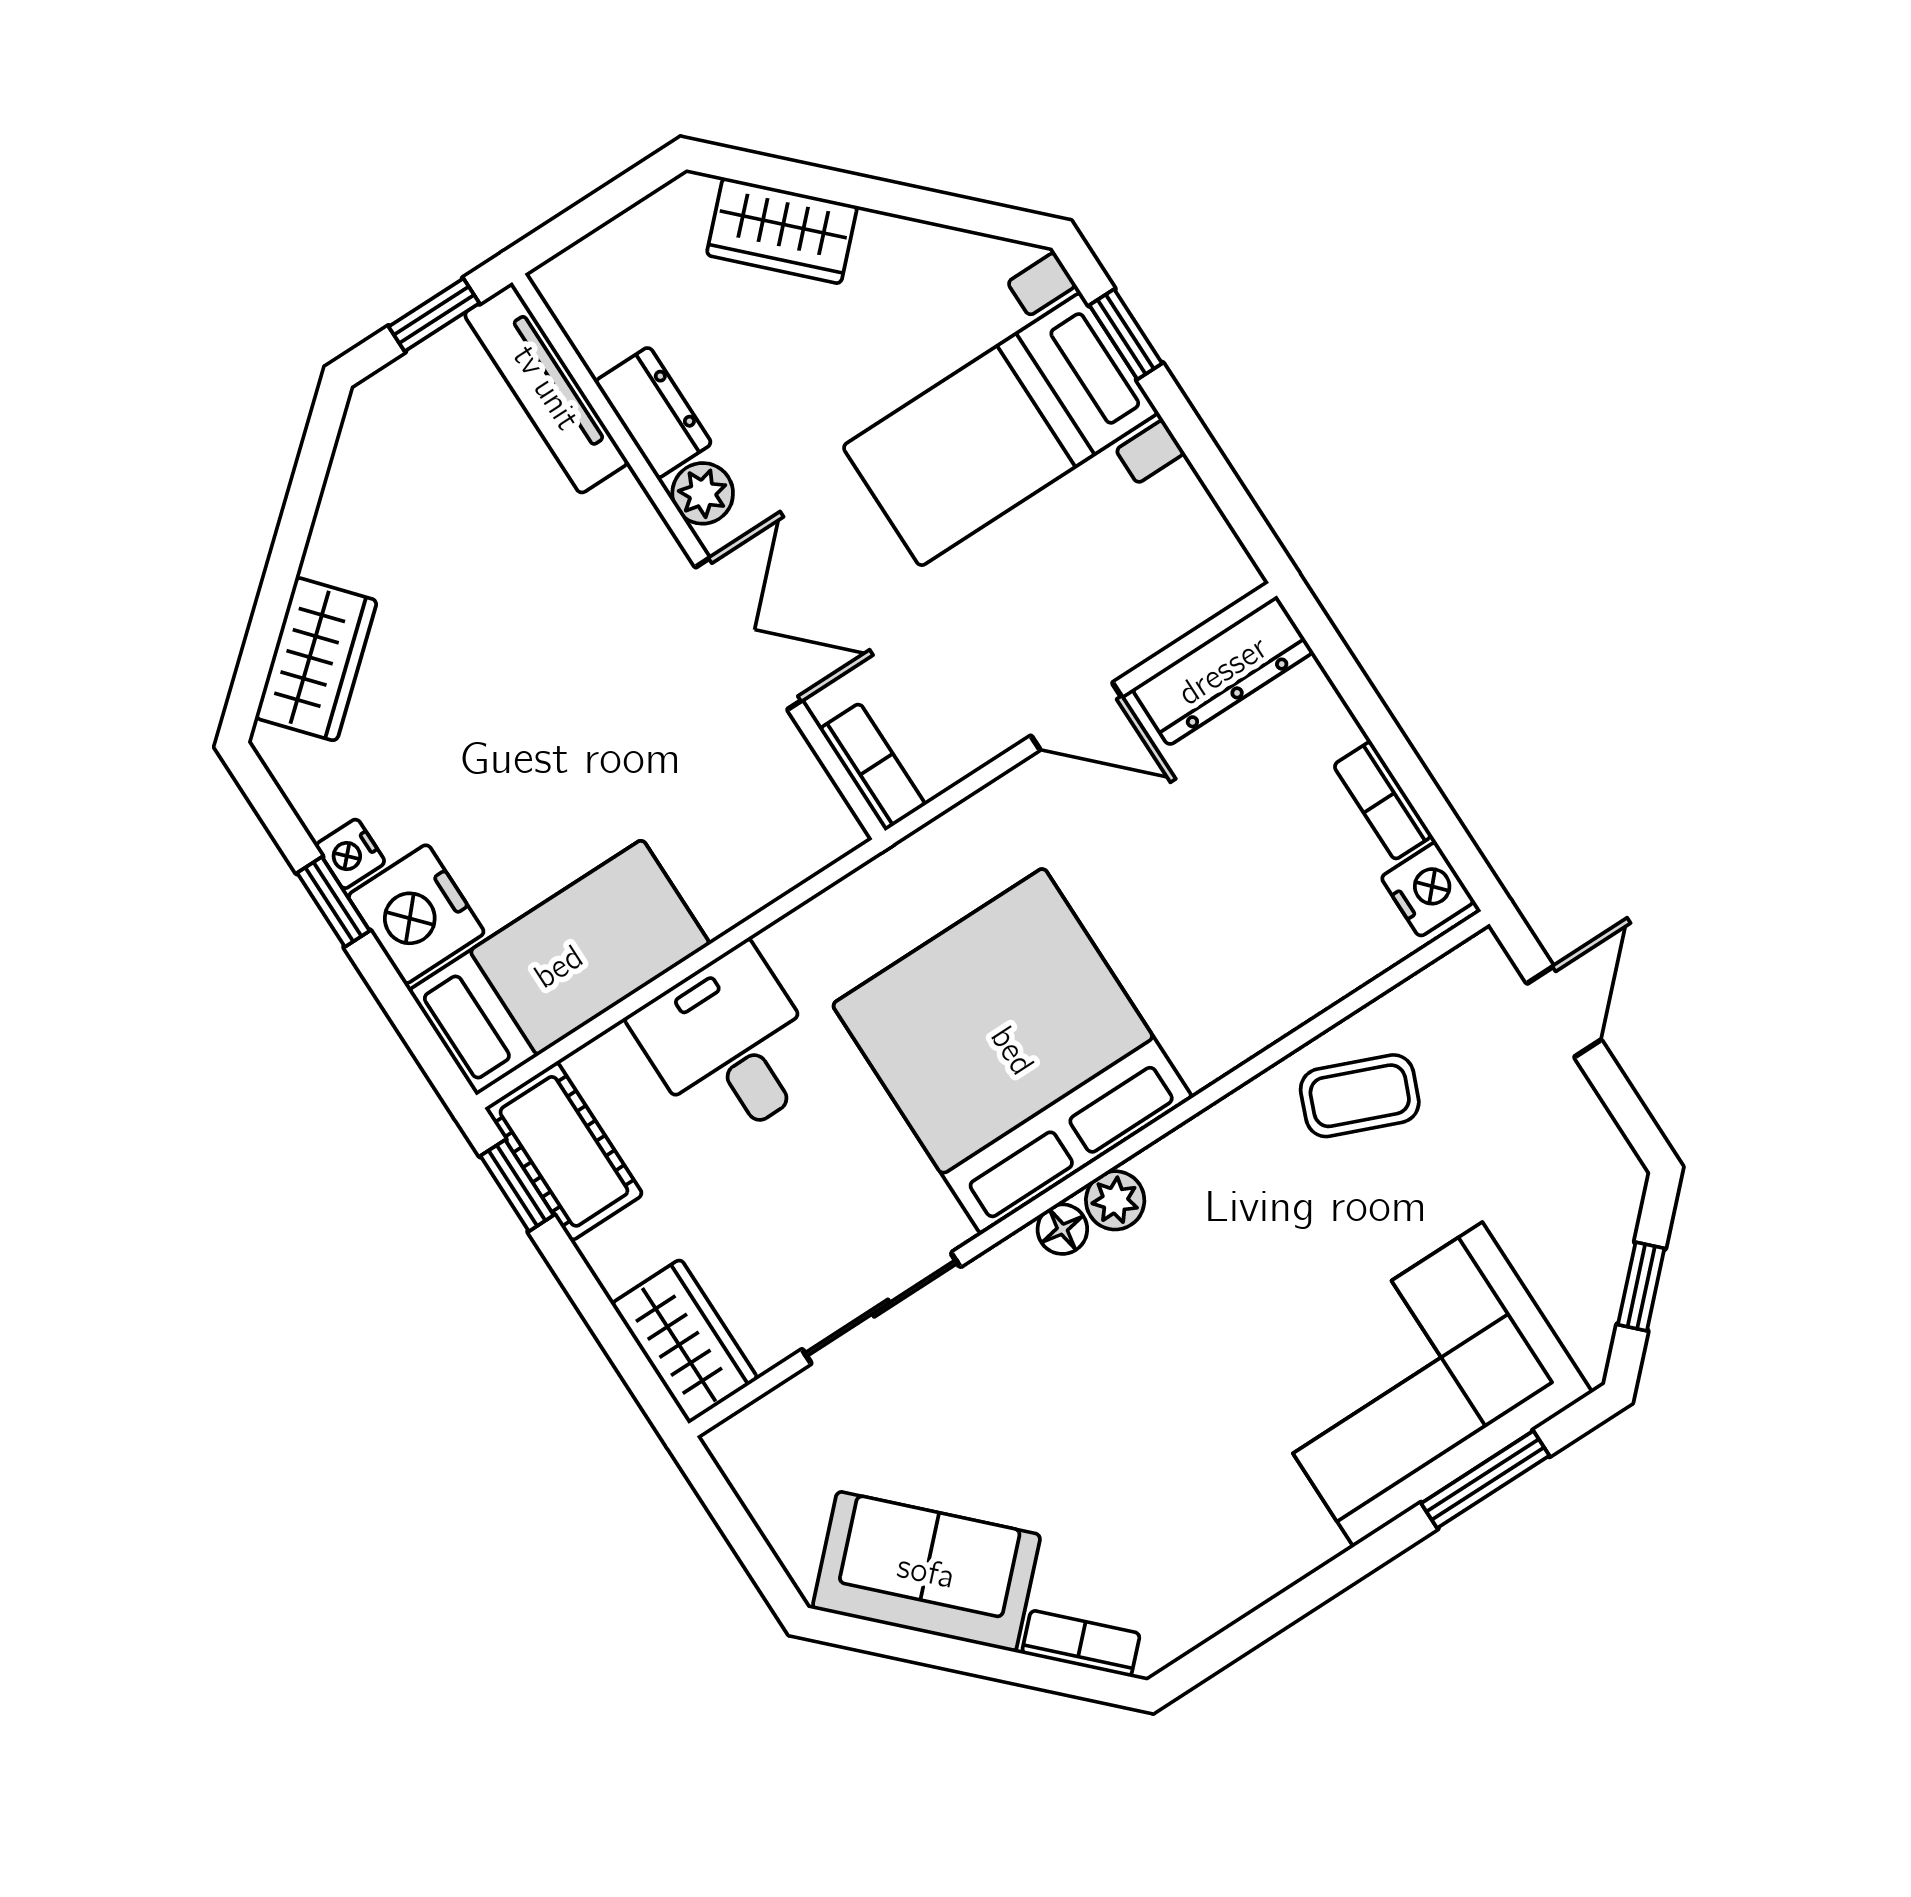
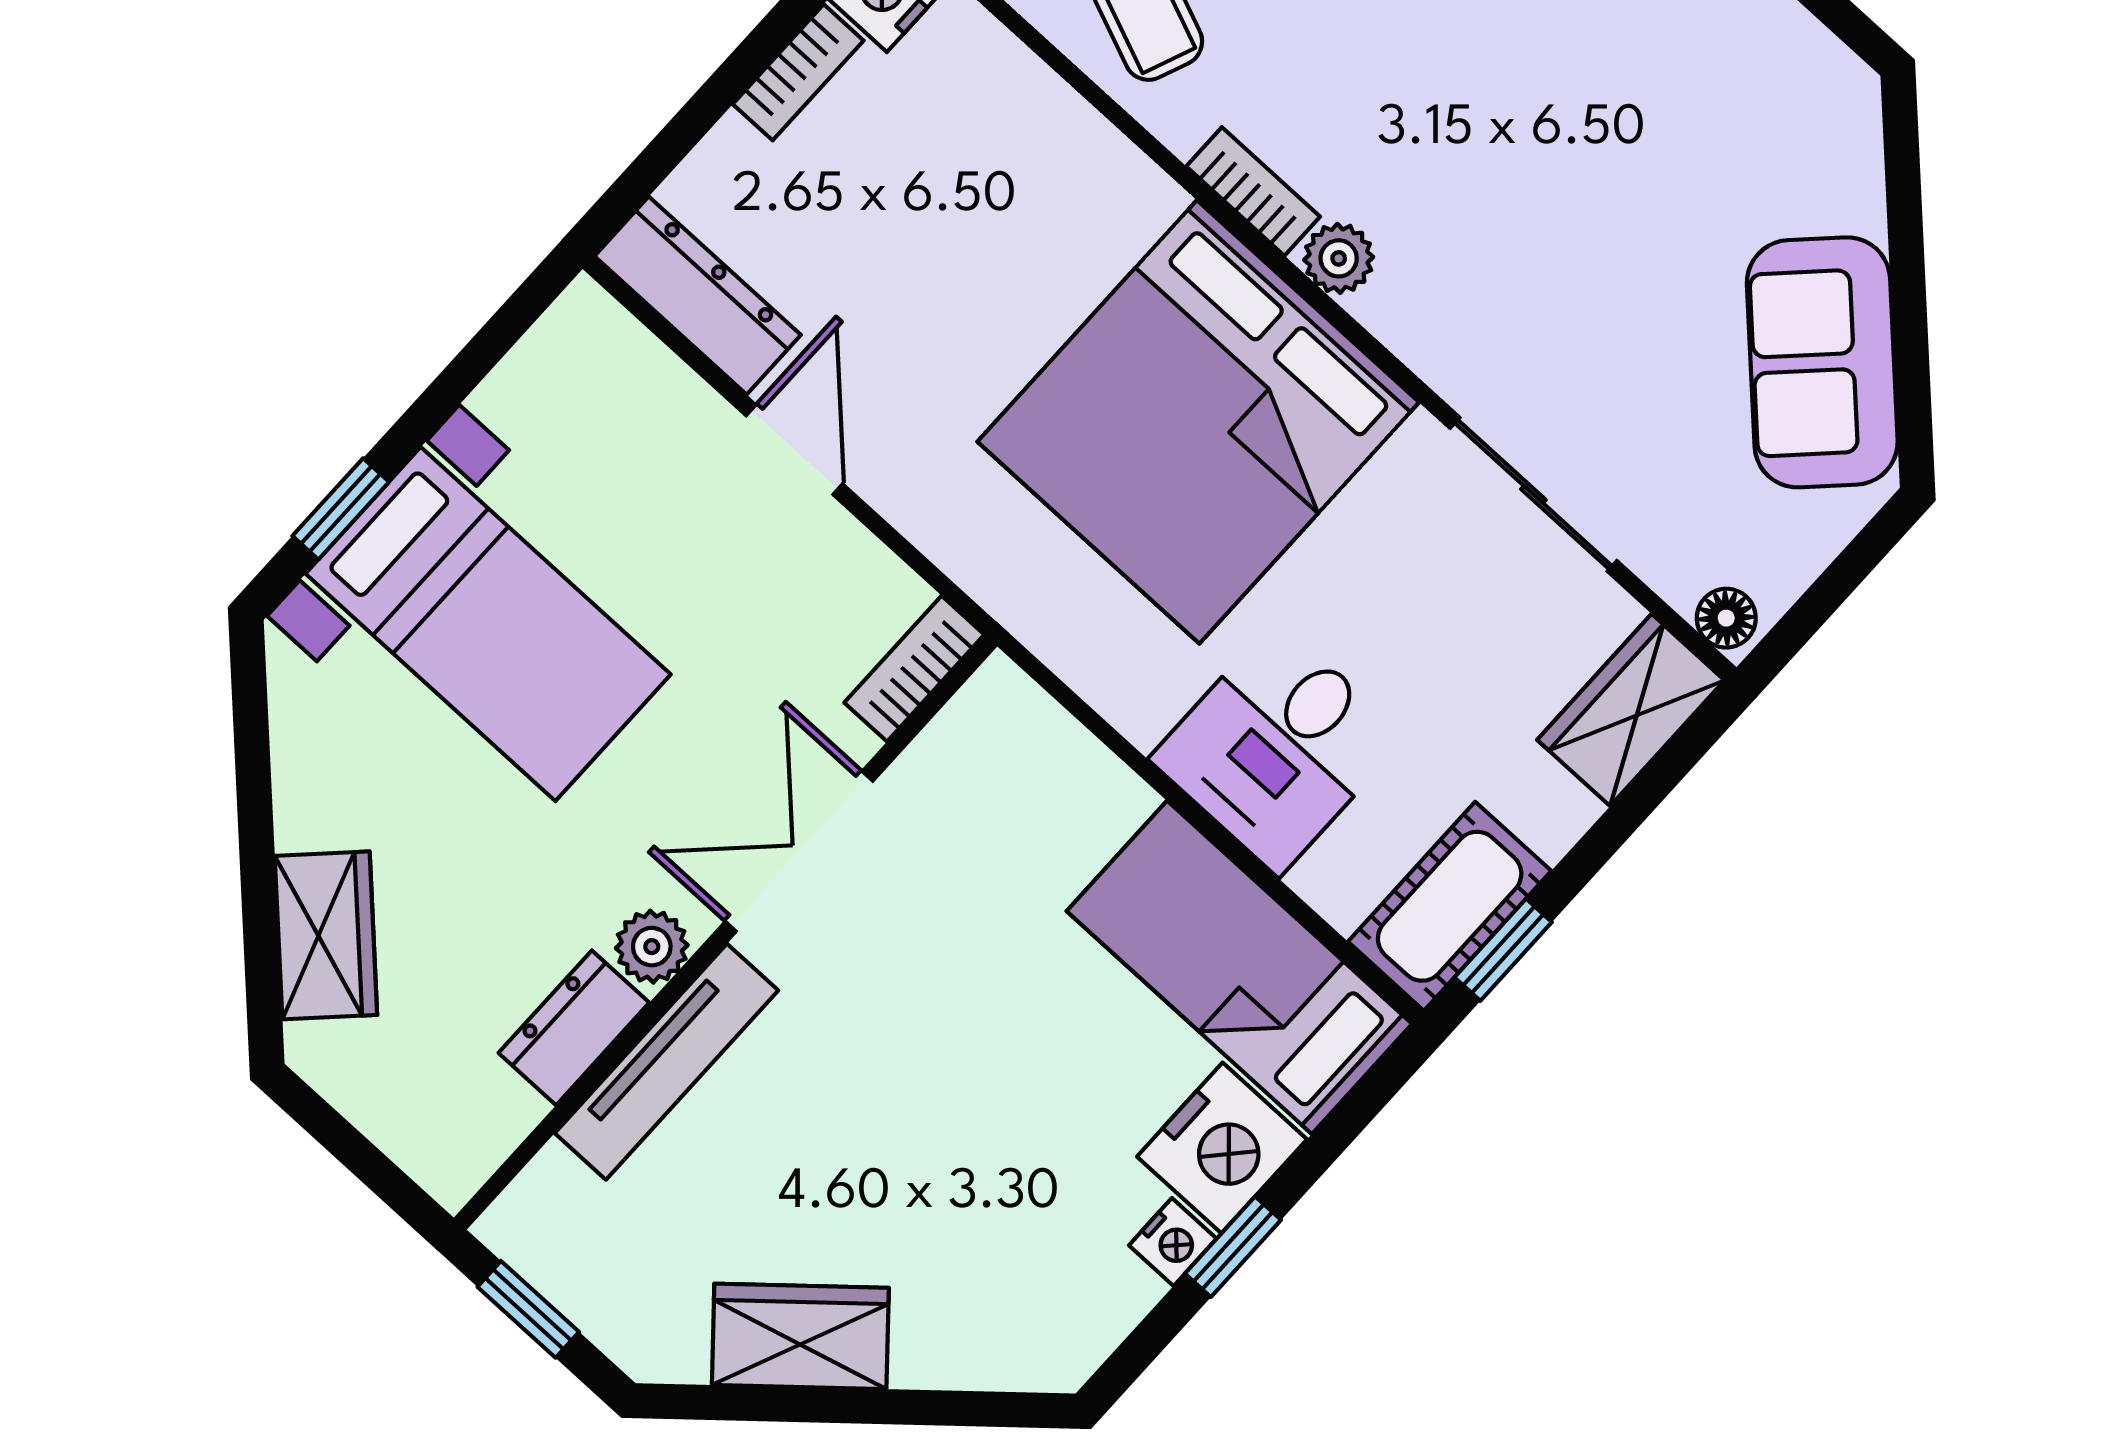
tv unit: (546, 388) -> (666, 1062), moved
wardrobe: (316, 659) -> (800, 1336), moved
floor lamp: (1062, 1229) -> (1726, 618), moved
bookcase: (1081, 1643) -> (1253, 192), moved, turned 135

